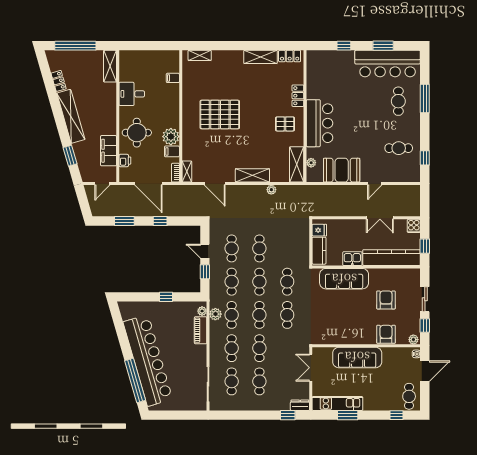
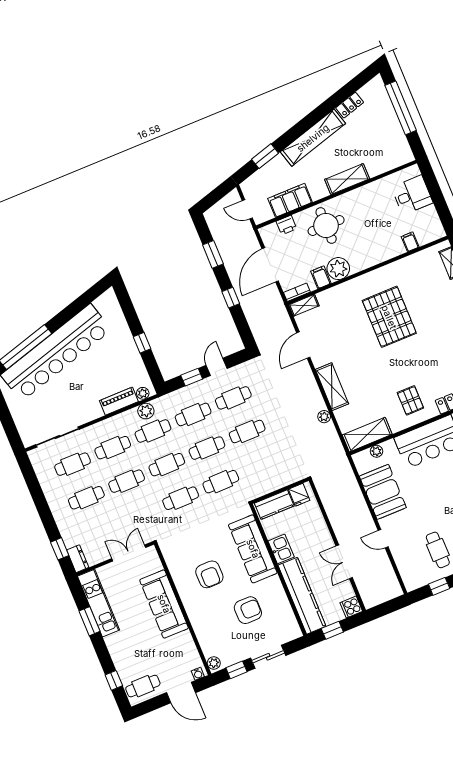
shelving: (110, 66) -> (347, 179), moved
desk: (132, 94) -> (412, 195), moved, turned 90
armchair: (386, 334) -> (209, 574), moved, turned 90

